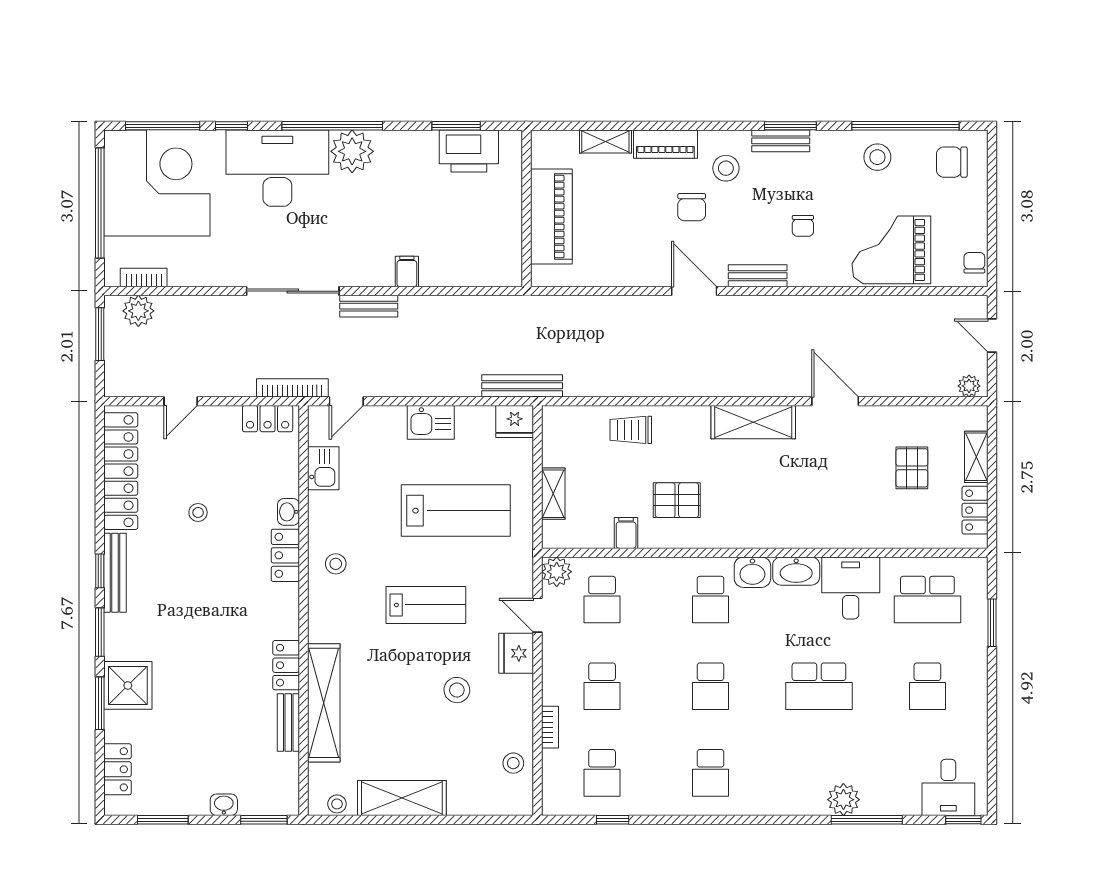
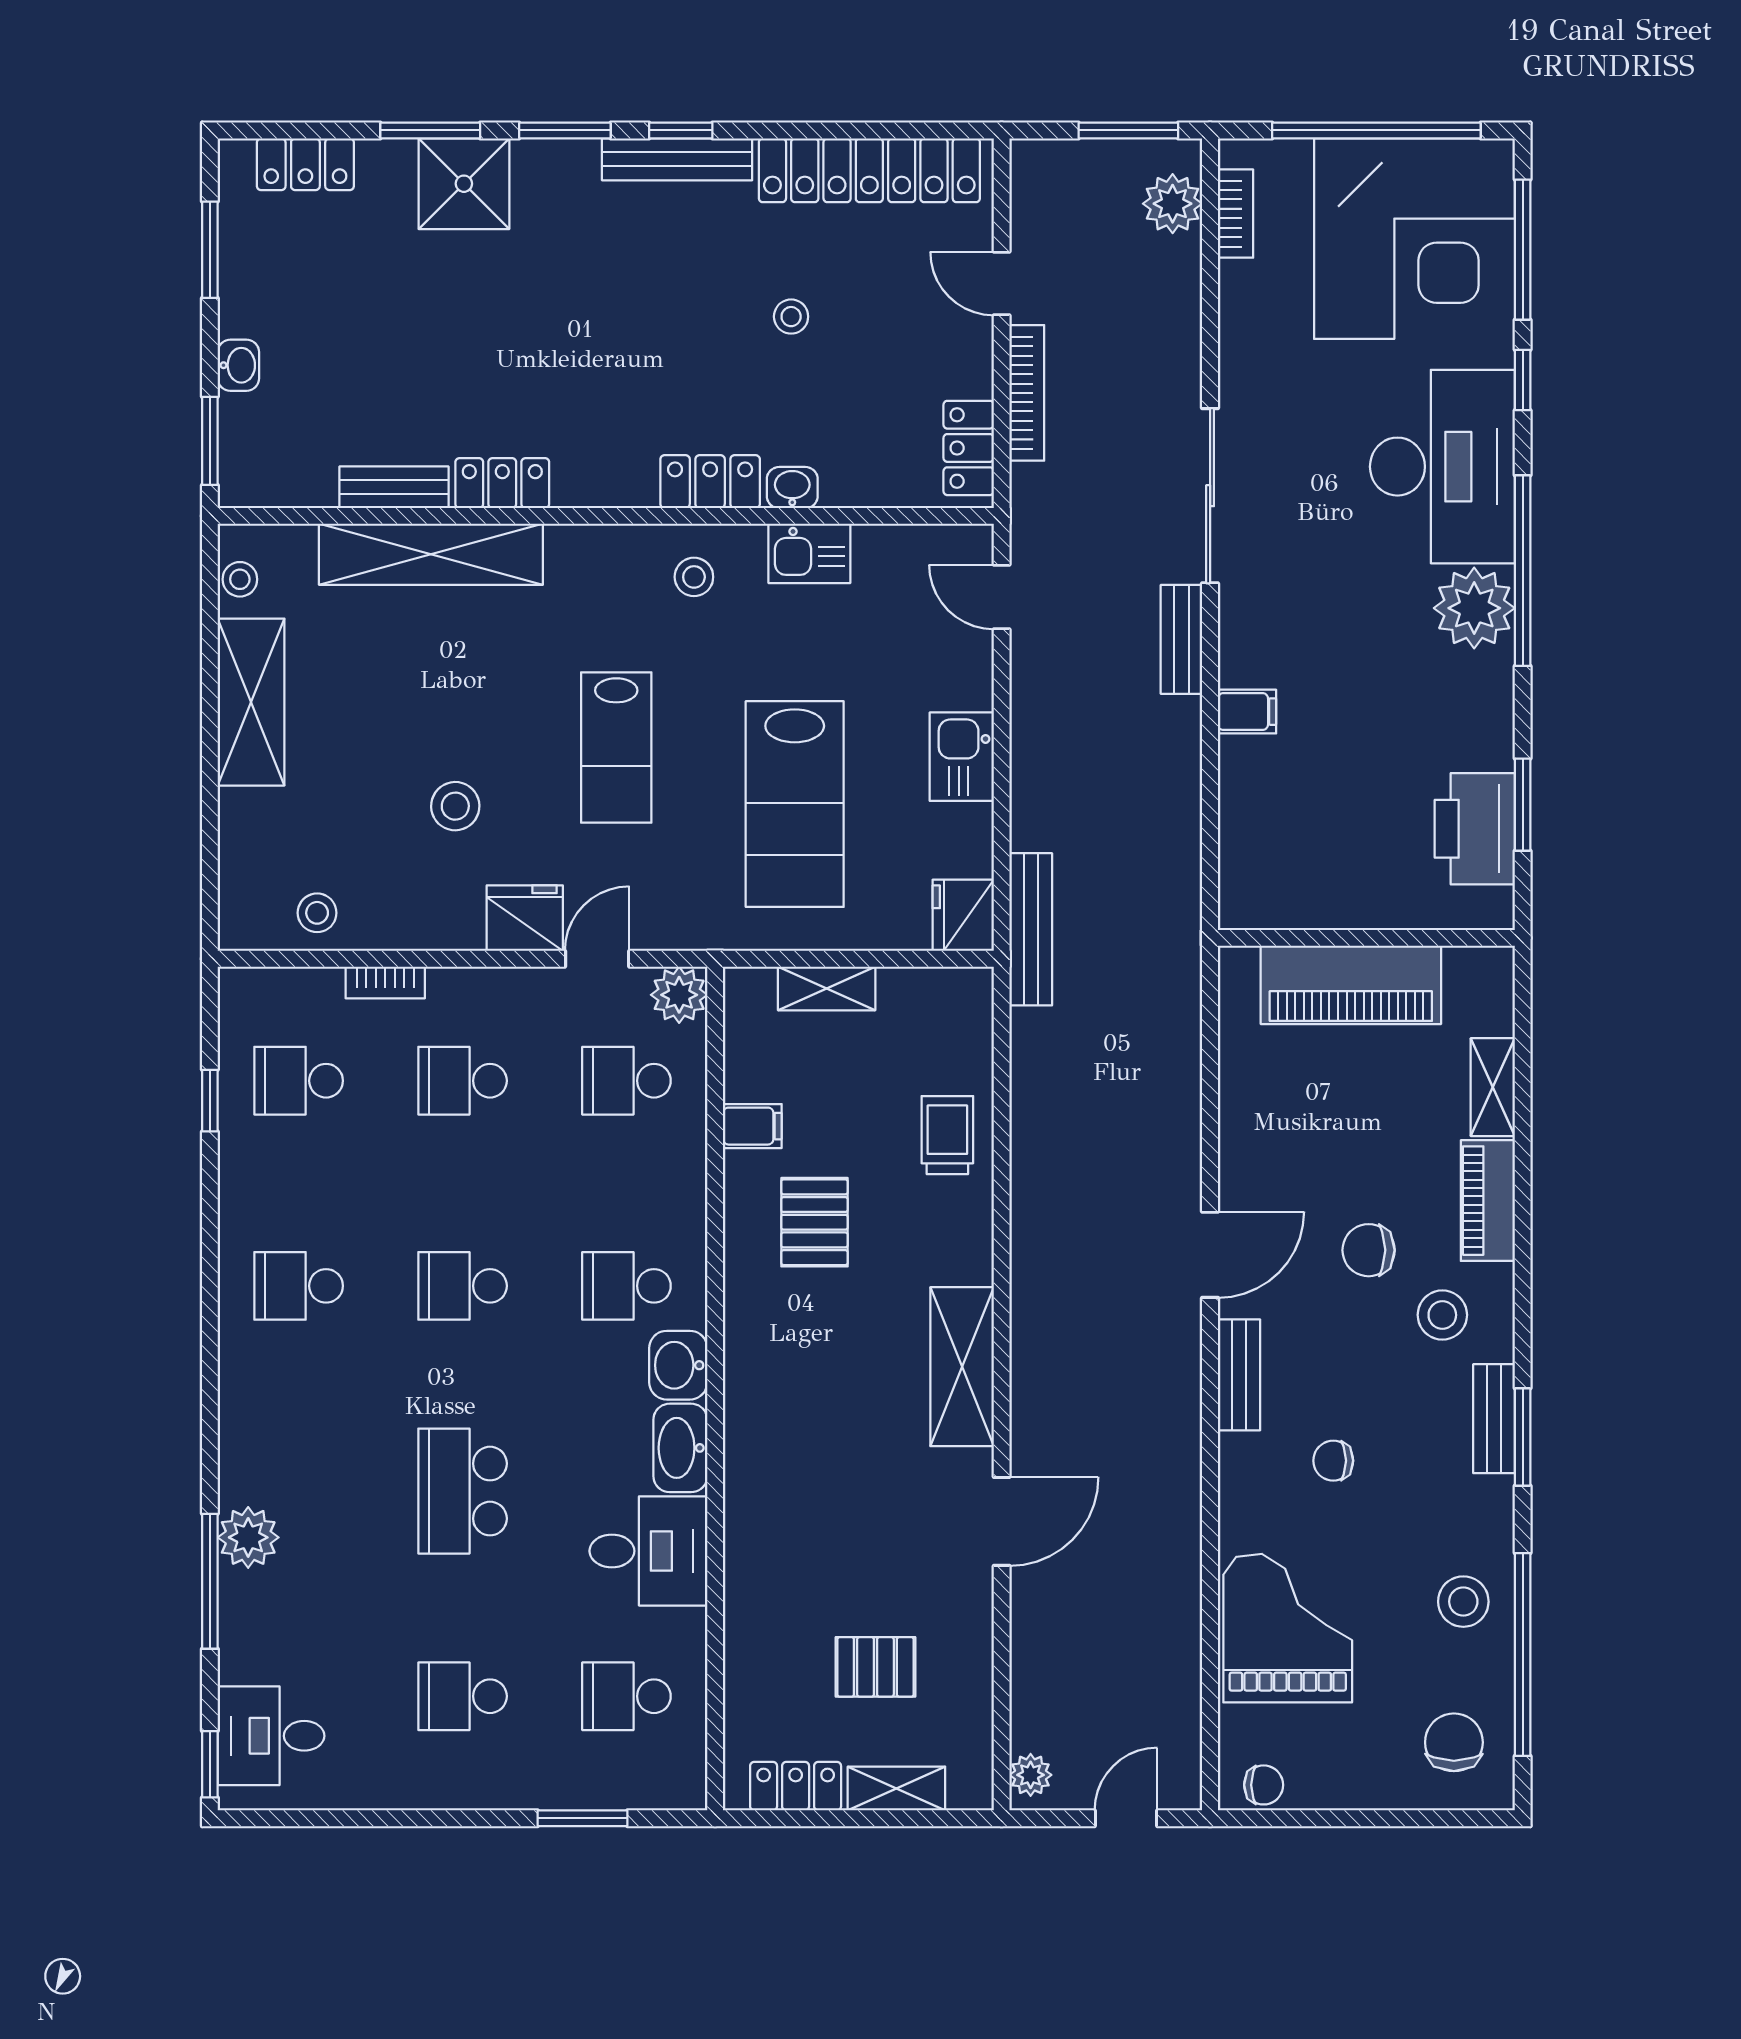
bookcase: (292, 388) -> (1027, 393), moved
kitchen sink: (323, 468) -> (809, 553), moved
school desk: (927, 600) -> (626, 1696), width x0.54

